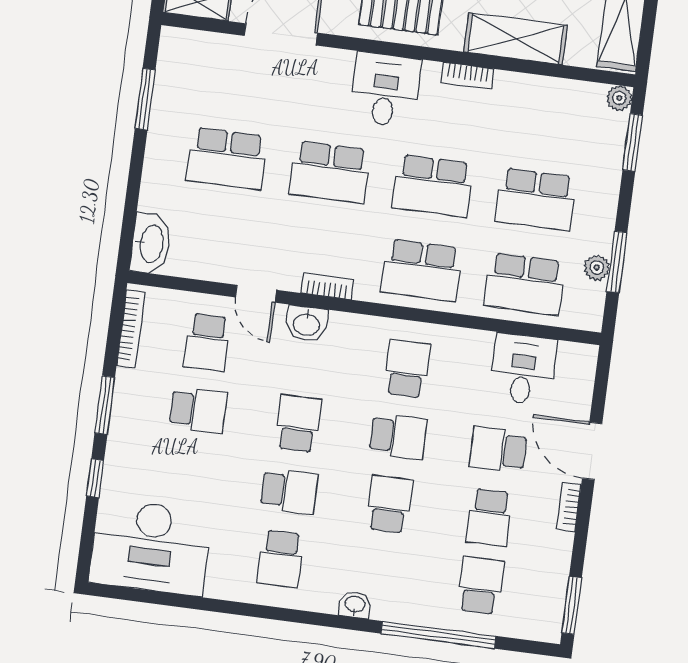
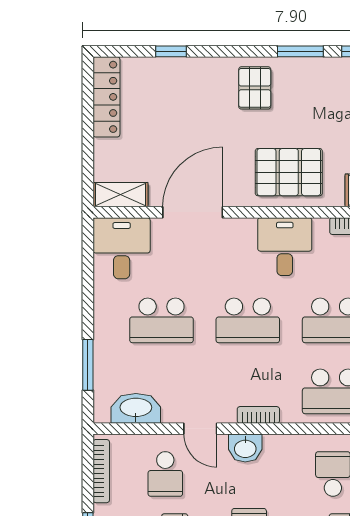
desk: (190, 66) -> (122, 248), added
window: (145, 99) -> (88, 365), moved
washbasin: (151, 244) -> (136, 408), moved, turned -90

